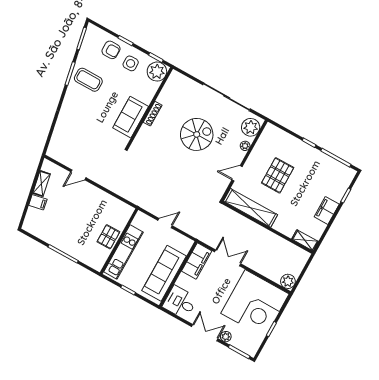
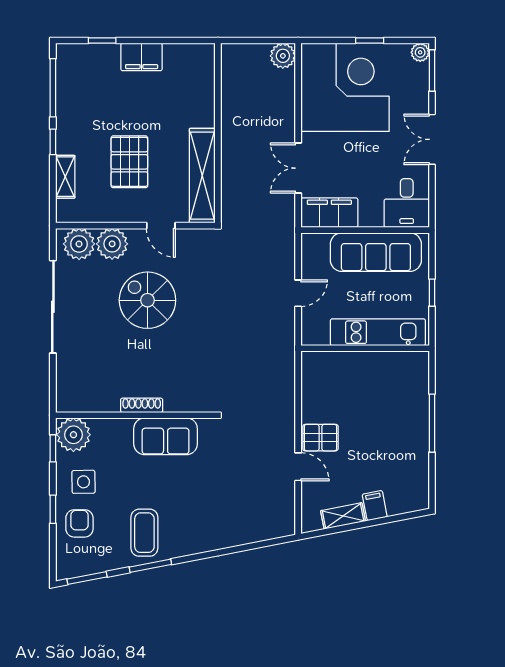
spiral stairs: (197, 134) -> (147, 300), moved
plant: (245, 146) -> (112, 244), width x1.88, depth x1.88
pallet: (278, 175) -> (129, 162), turned 90
door: (165, 223) -> (298, 293), swing flipped
pallet: (108, 237) -> (320, 438), moved
shelving: (305, 240) -> (65, 177), moved
plant: (226, 337) -> (420, 52), moved

